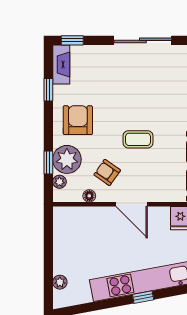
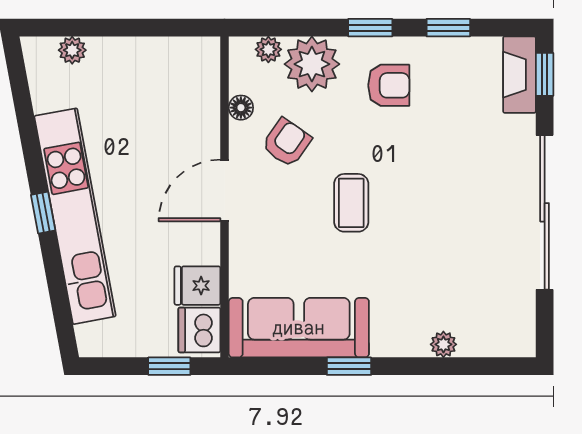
sliding door: (143, 40) -> (545, 212), width x1.36
fireplace: (61, 64) -> (519, 75), moved, turned 90
armchair: (78, 120) -> (389, 85), width x0.72, depth x0.72
window: (48, 162) -> (370, 28), moved

